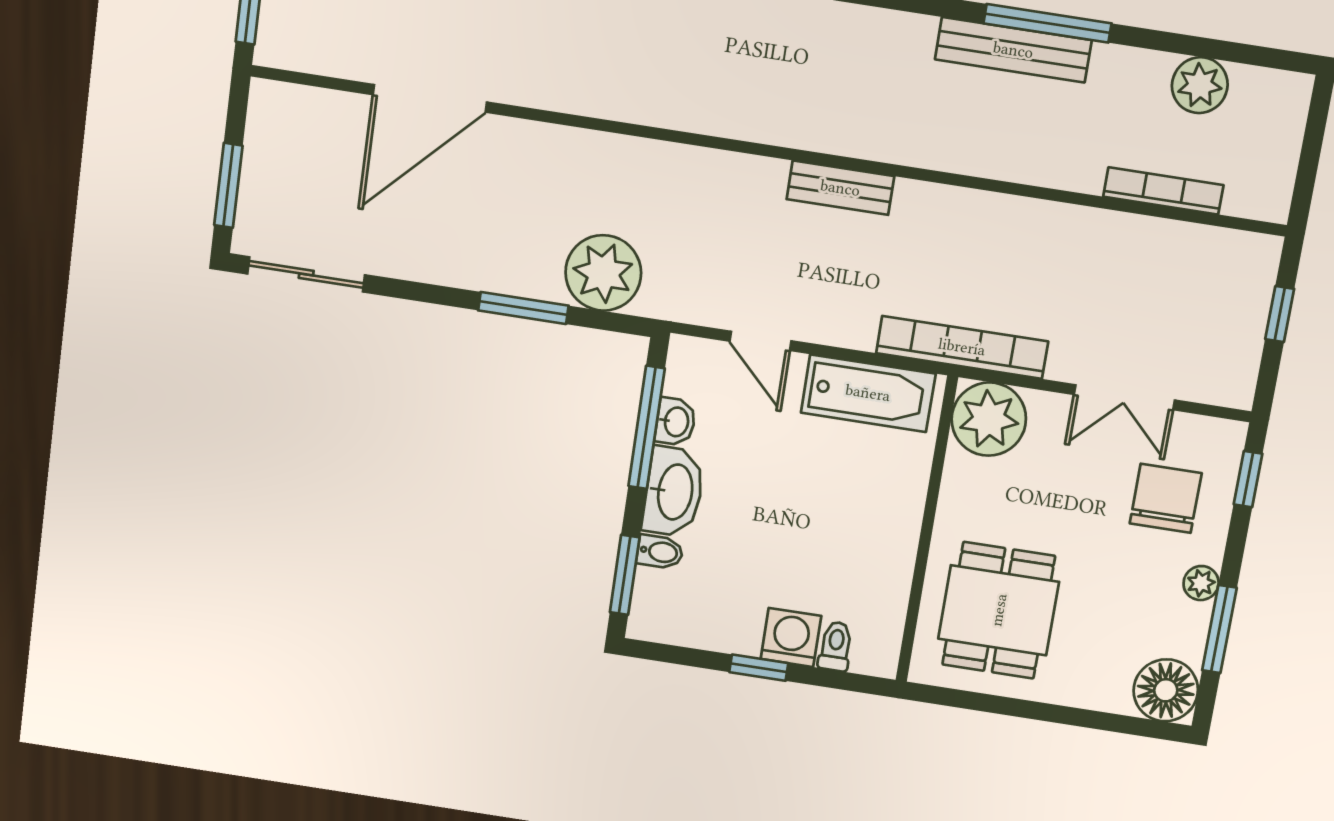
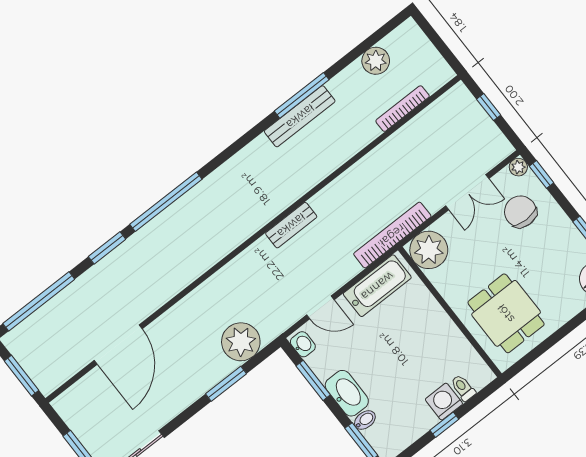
washbasin: (675, 422) -> (303, 344), moved
window: (647, 427) -> (313, 380), width x0.69
plant: (1201, 583) -> (518, 167), moved

